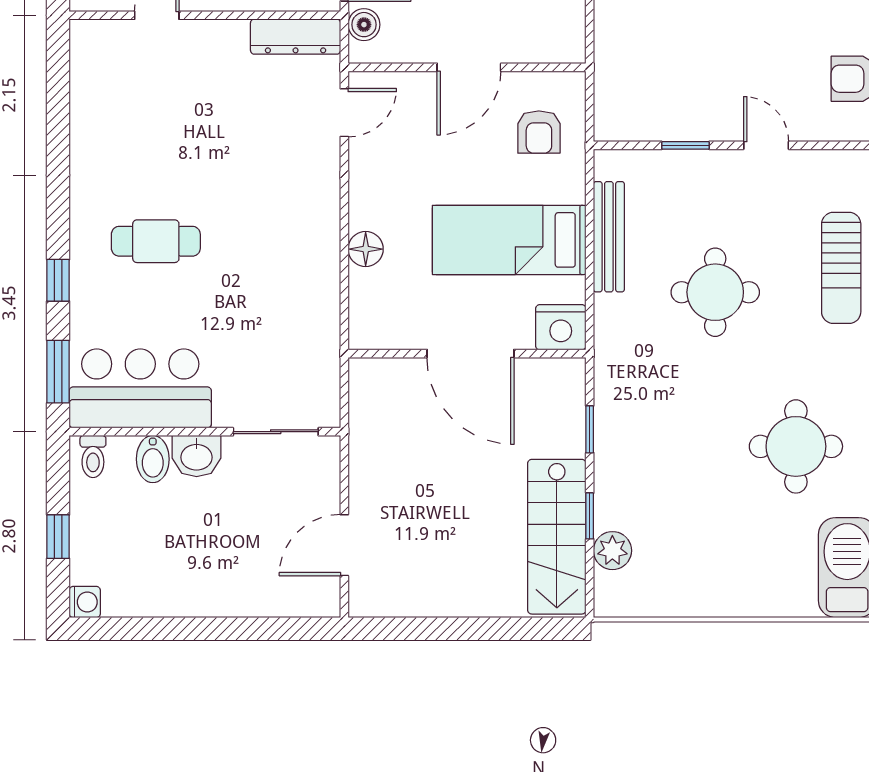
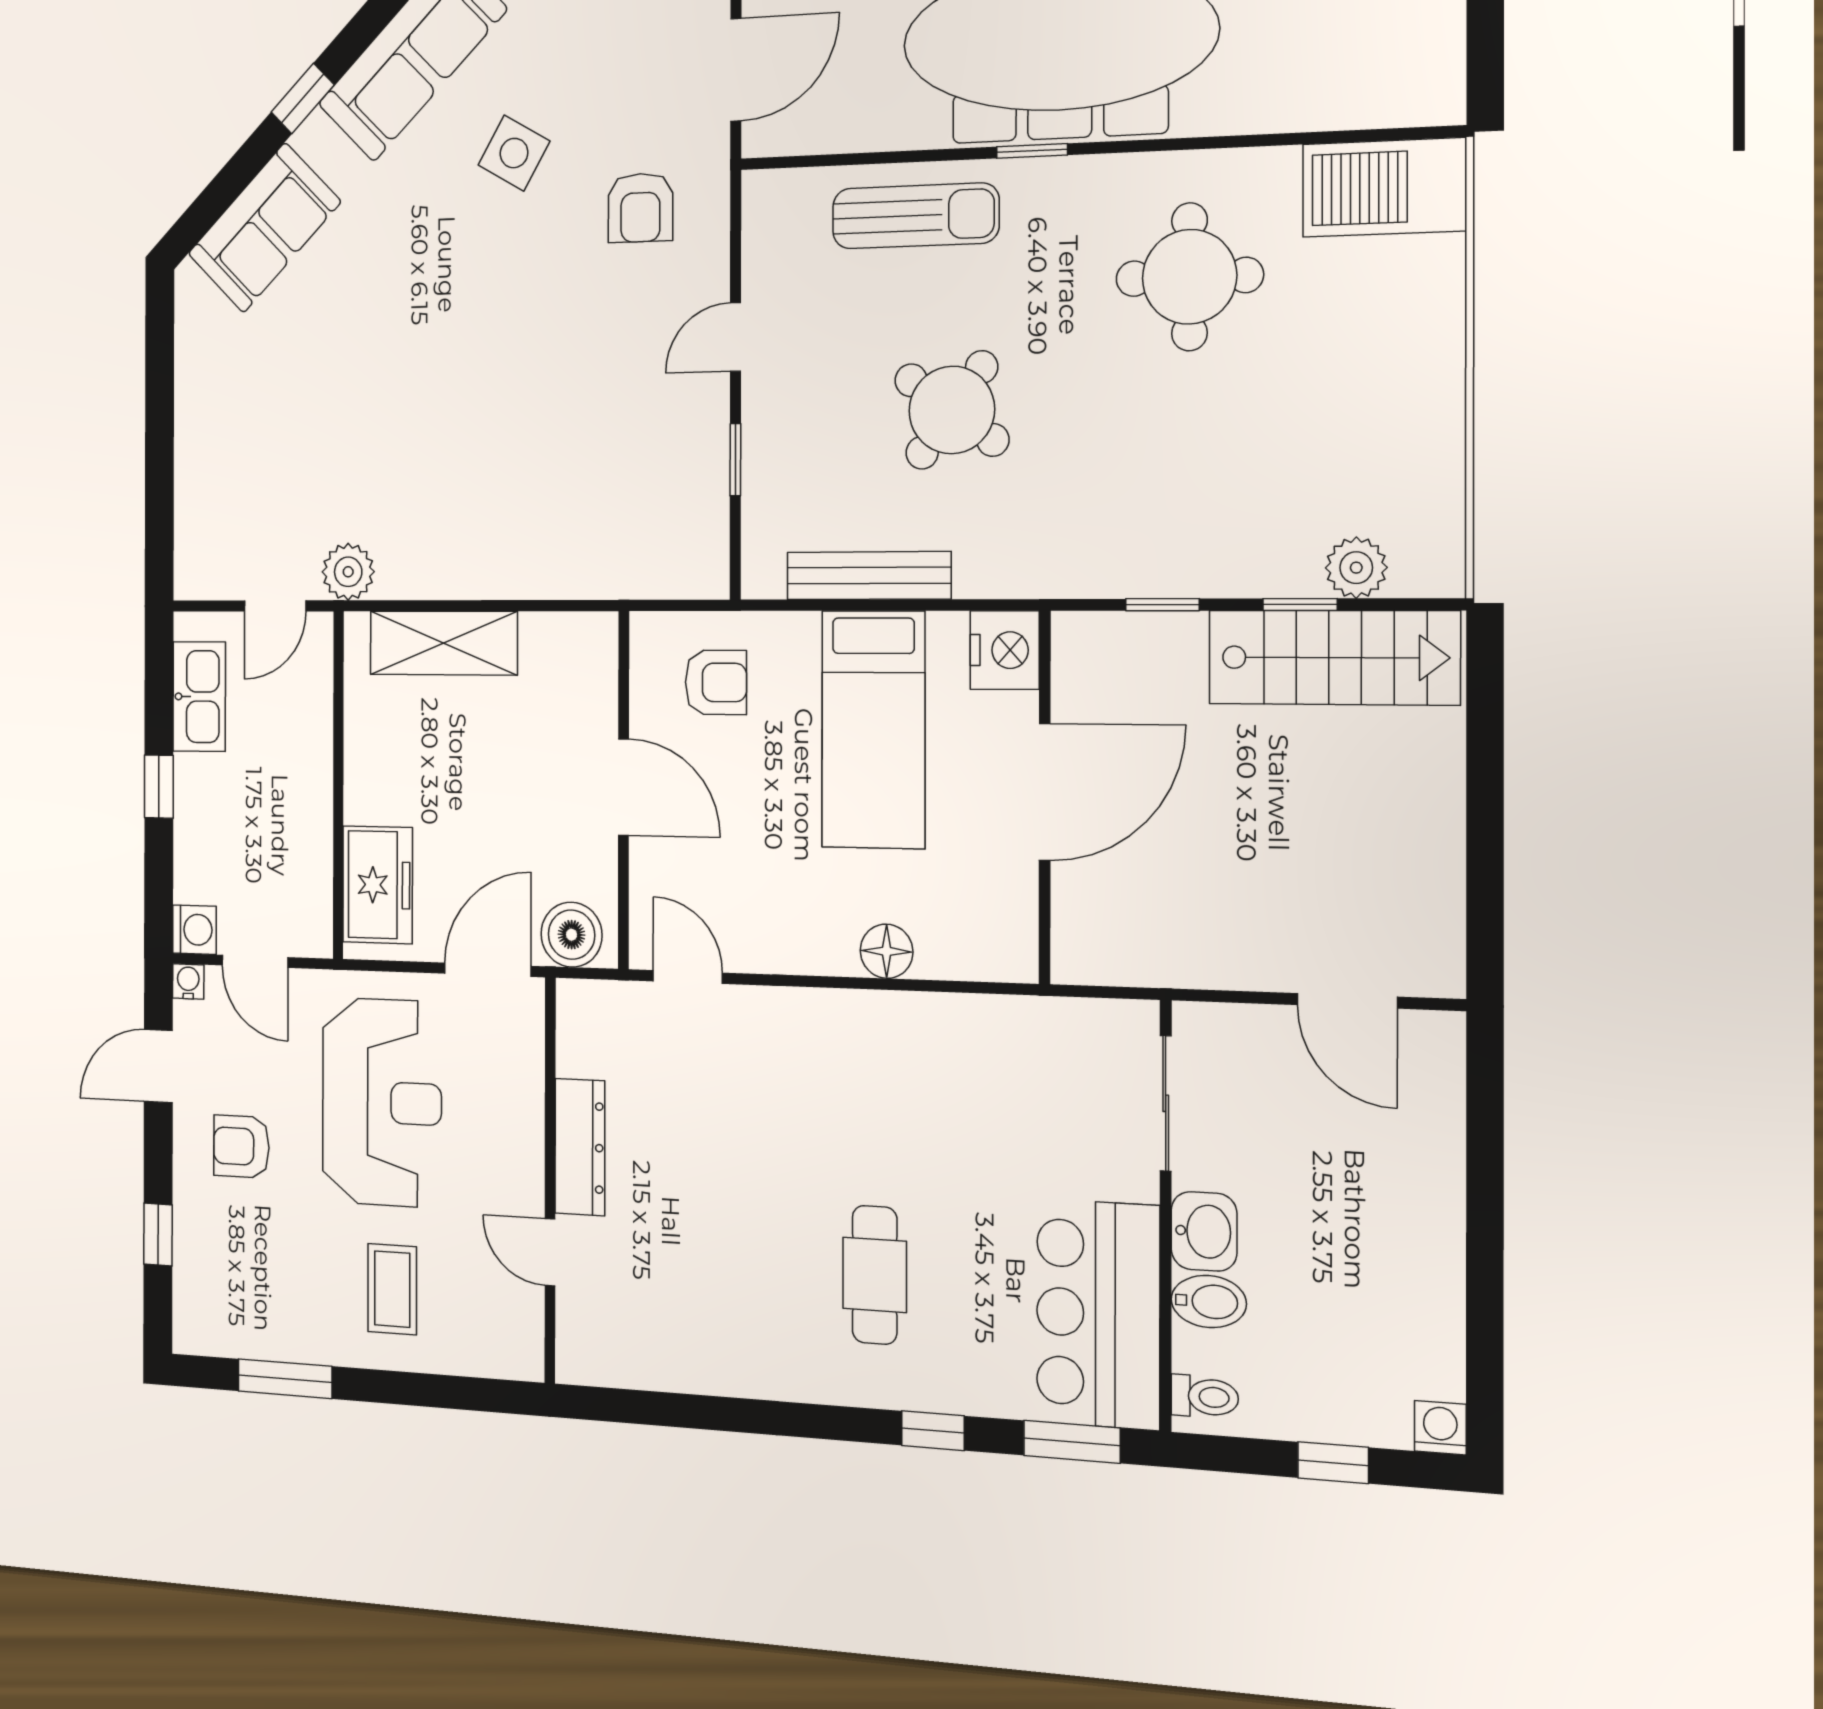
boiler: (364, 25) -> (572, 935), width x1.36, depth x1.36
dresser: (296, 37) -> (580, 1147), moved
round table: (715, 292) -> (952, 410), turned 36

